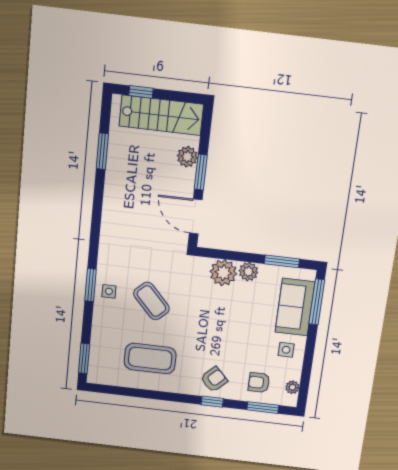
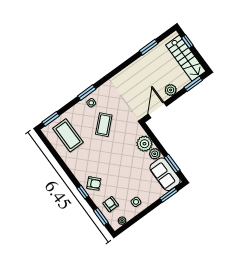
plant: (187, 157) -> (171, 90), moved
window: (201, 172) -> (193, 84), moved
window: (317, 302) -> (169, 195), width x0.69
sofa: (295, 307) -> (165, 174), moved, turned -90
coffee table: (150, 358) -> (68, 135), moved

